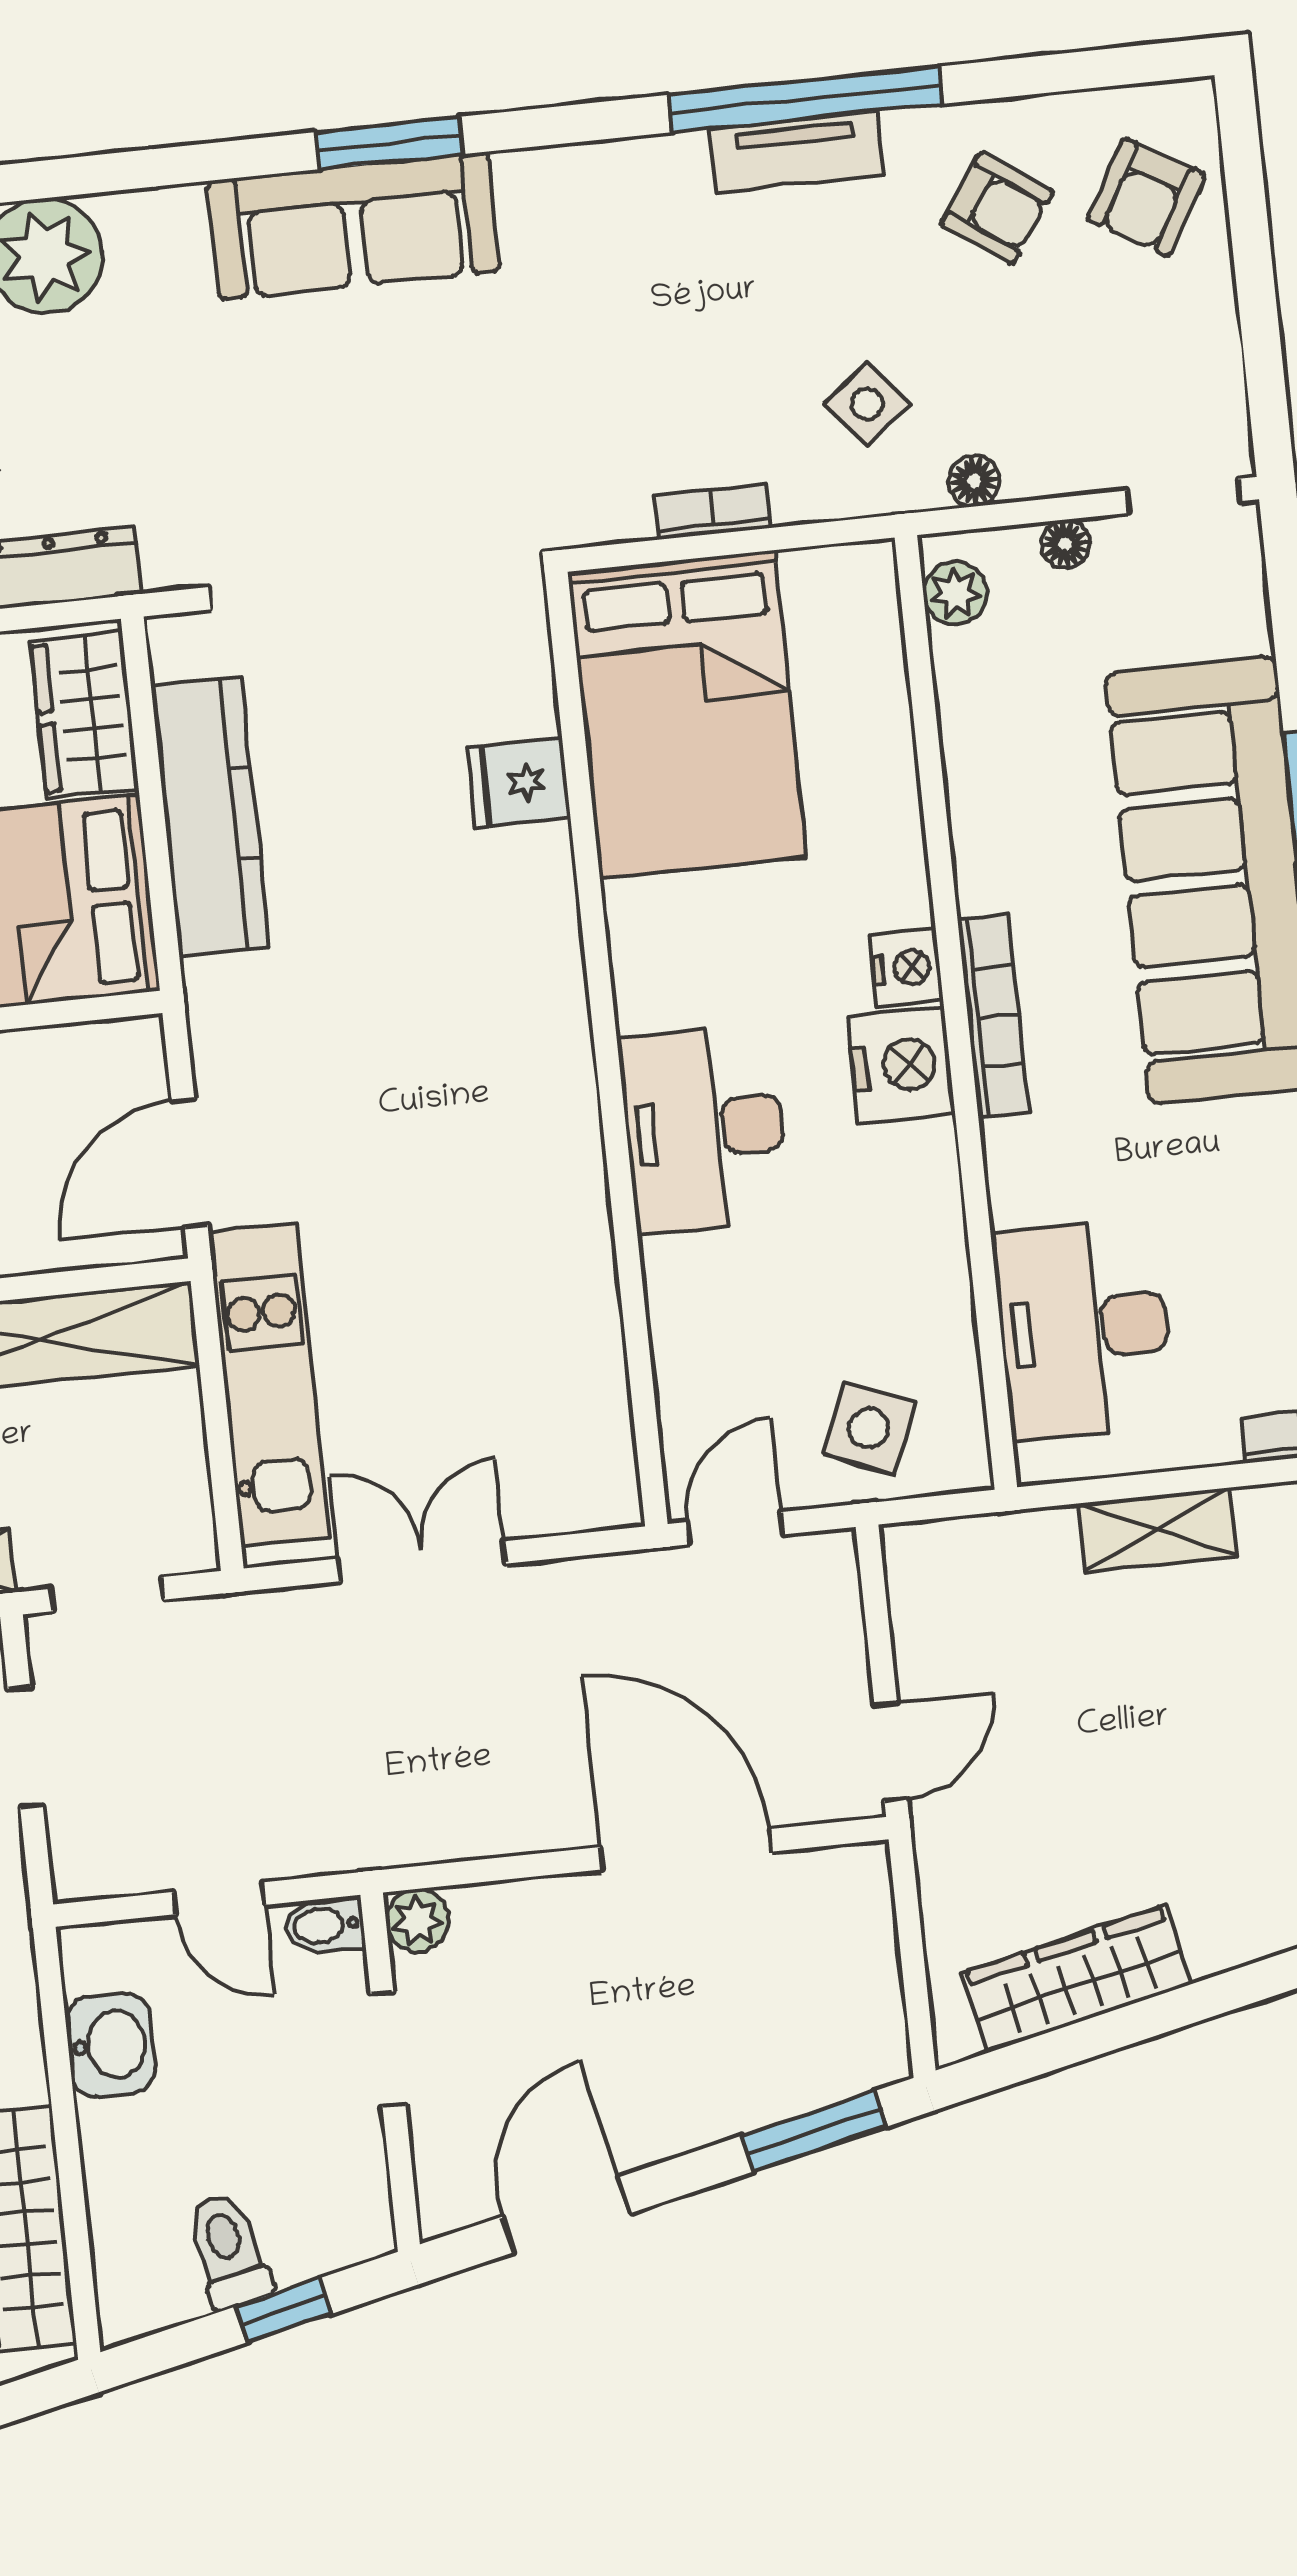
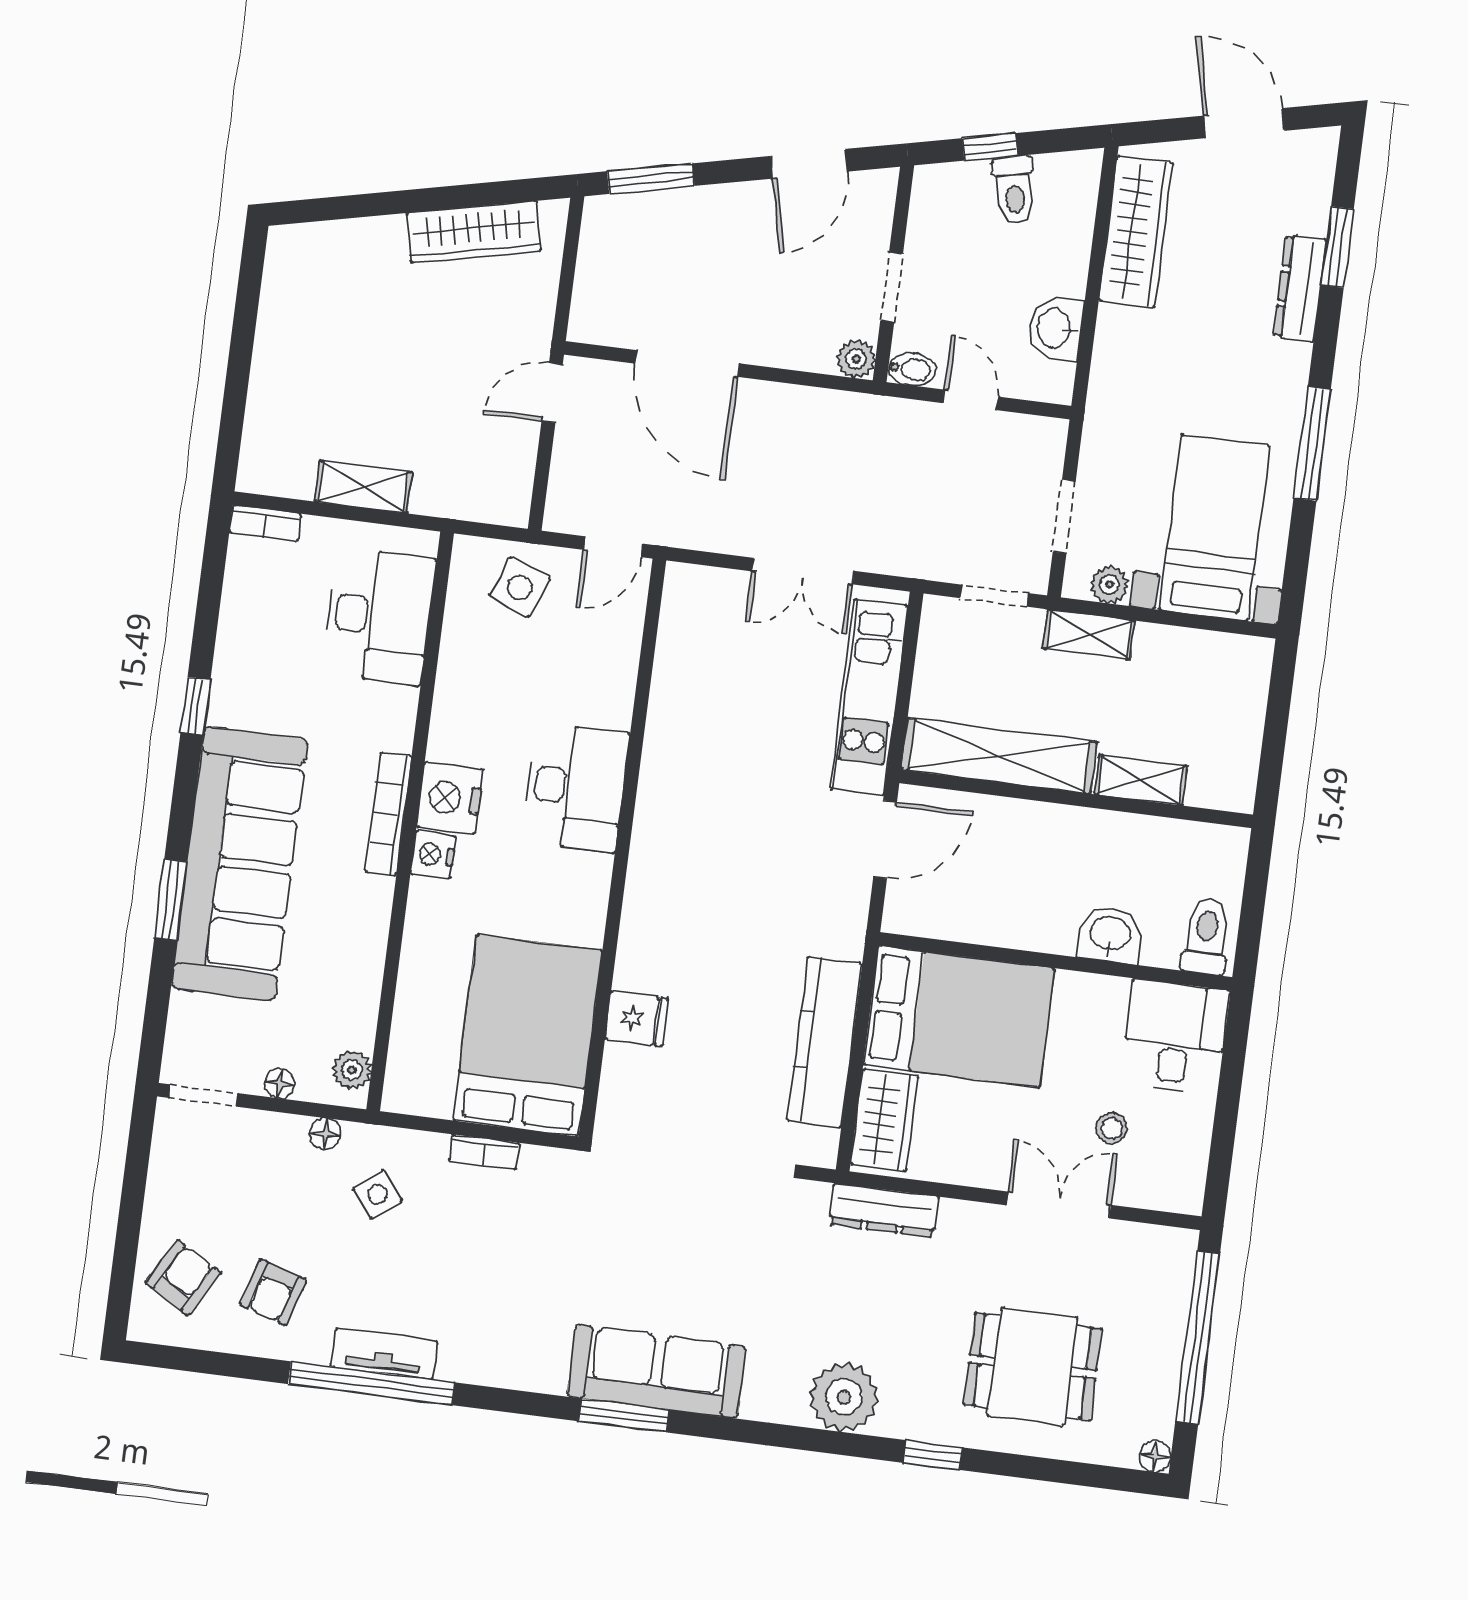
armchair: (997, 208) -> (273, 1292), turned -108

